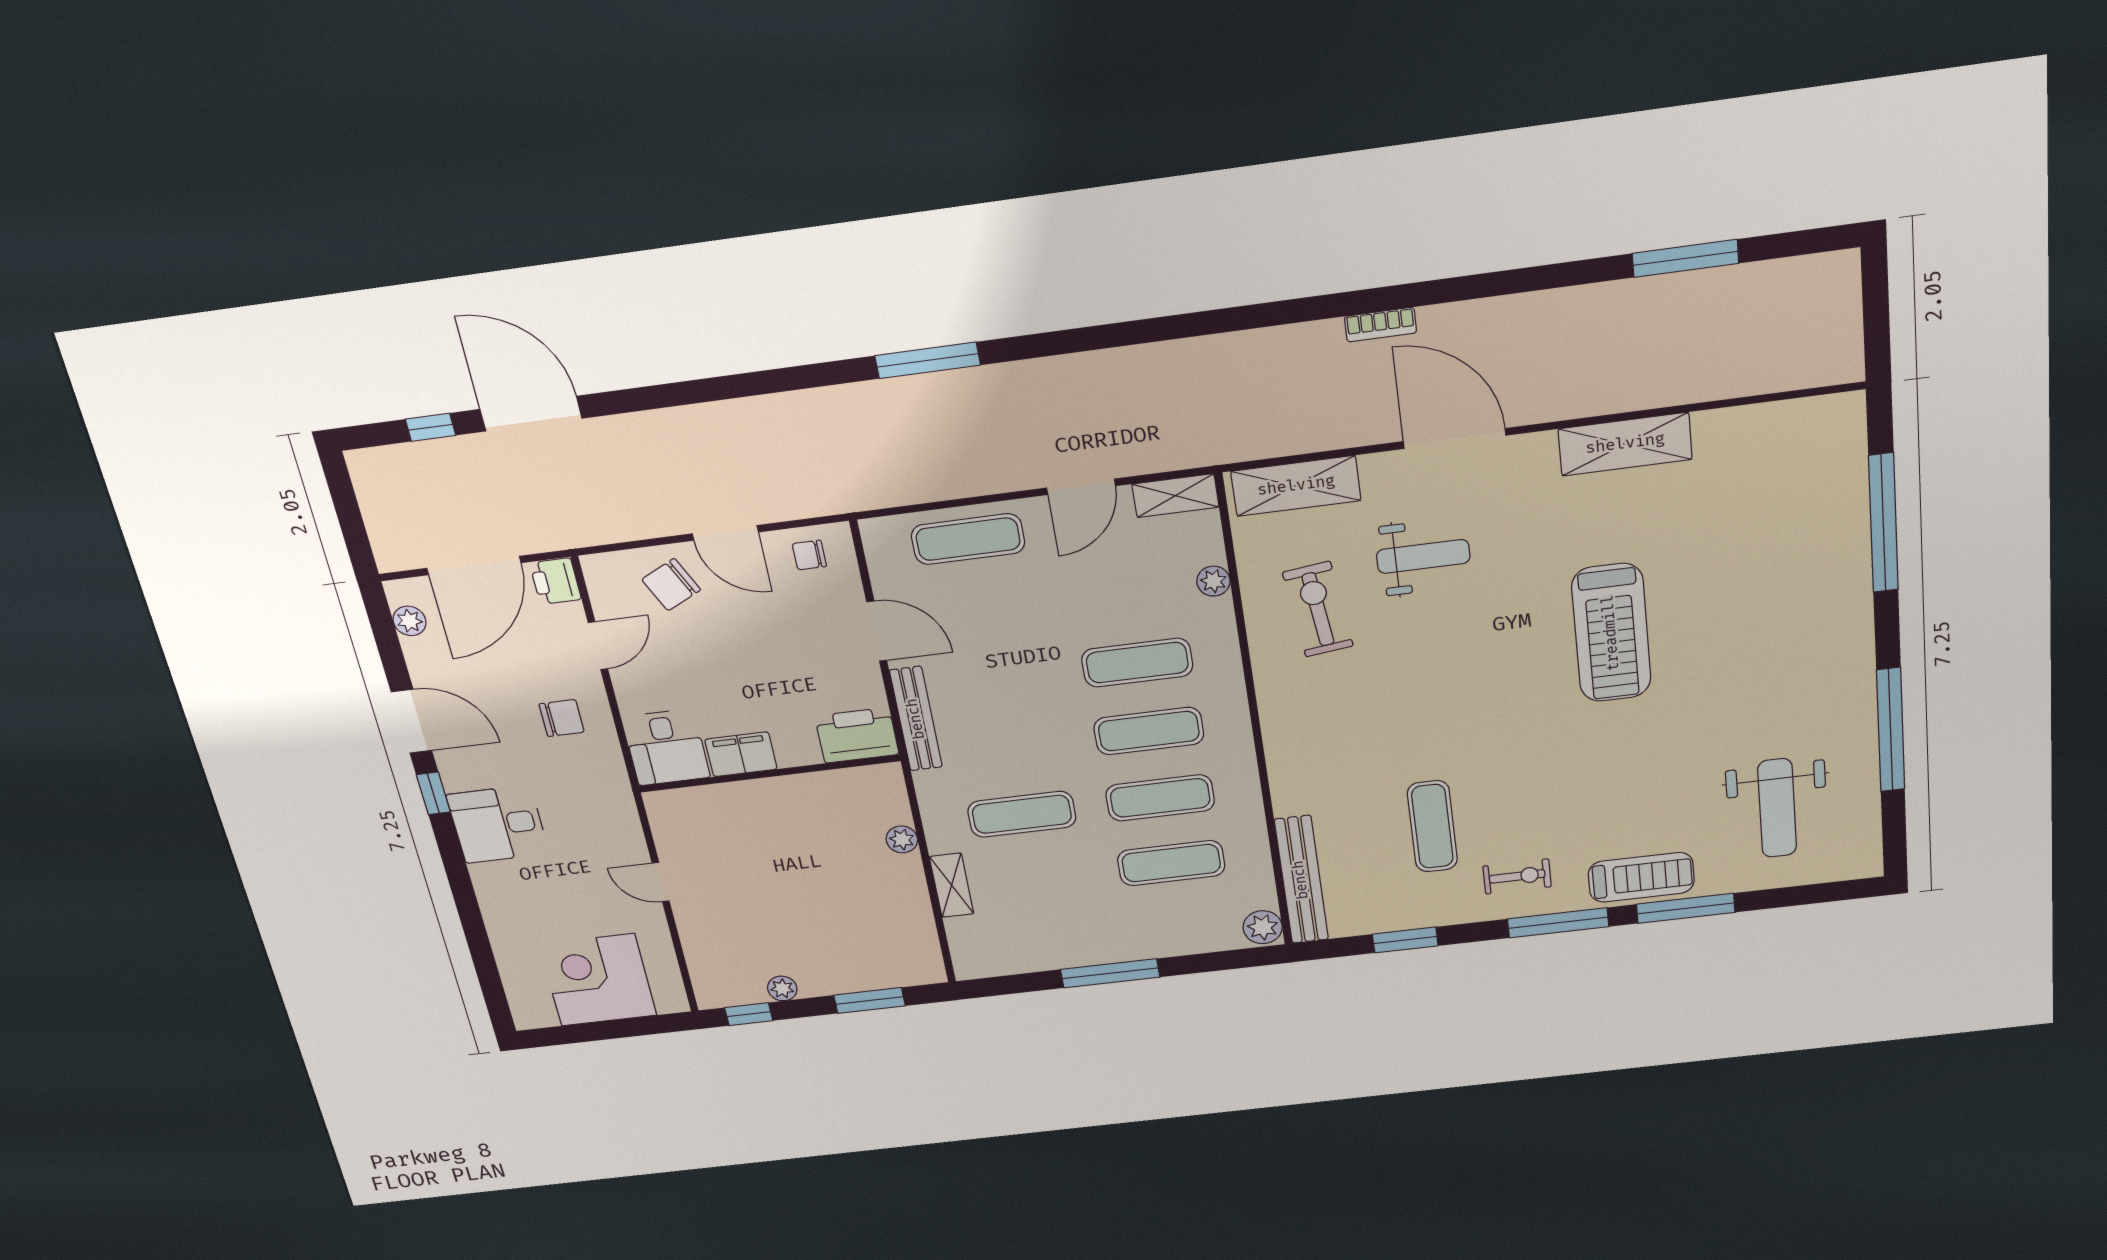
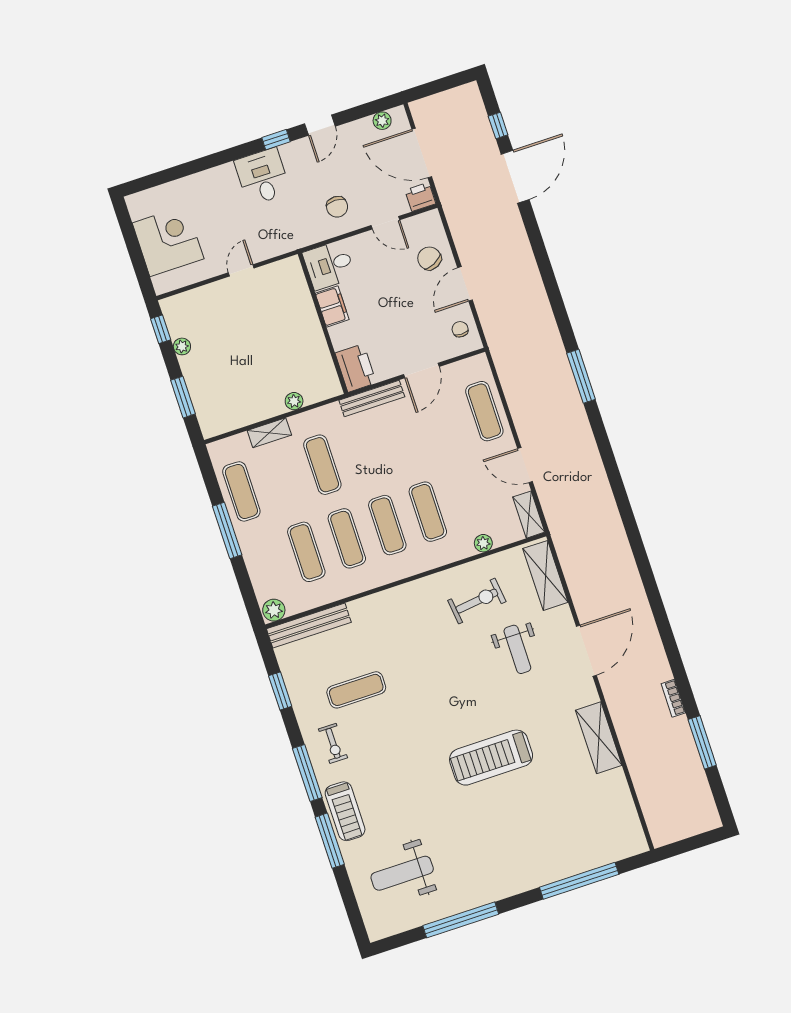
bookcase: (1381, 325) -> (673, 698), moved
door: (412, 721) -> (320, 125), width x0.73
exercise mat: (1047, 942) -> (241, 491), added

